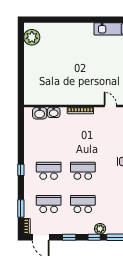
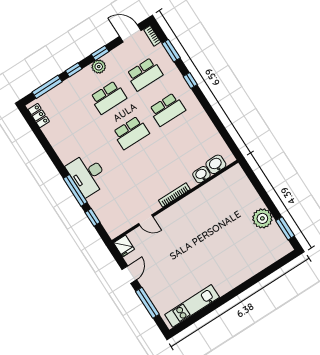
plant: (32, 37) -> (262, 218), moved
window: (21, 41) -> (285, 228), added
window: (21, 170) -> (190, 81), moved
plant: (100, 229) -> (99, 67), moved

